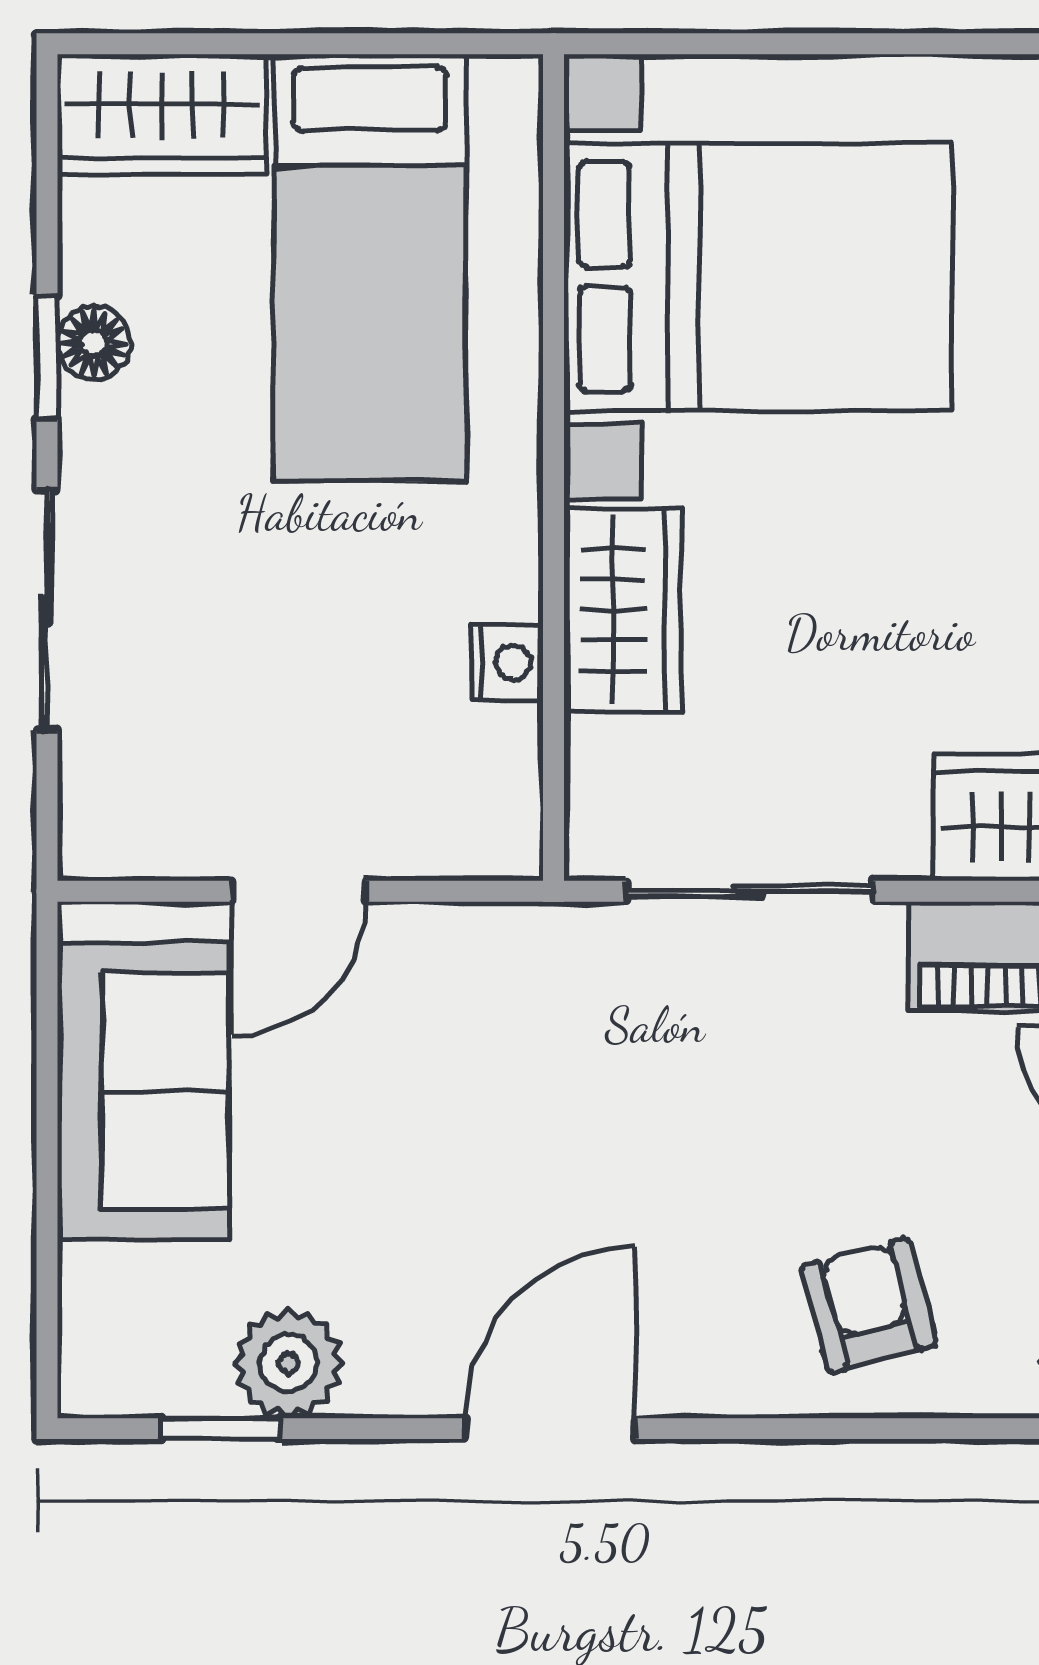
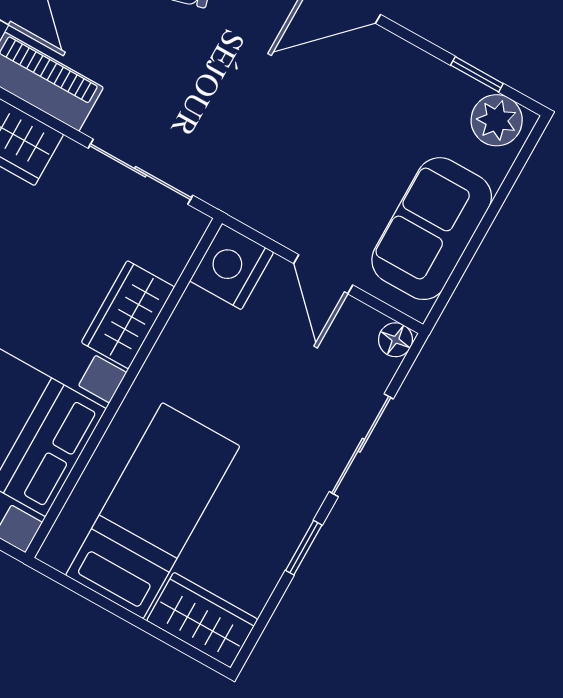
floor lamp: (94, 343) -> (396, 340), moved
nightstand: (507, 662) -> (232, 266), moved, width x1.89, depth x1.79
door: (299, 891) -> (323, 274), swing flipped
plant: (288, 1363) -> (497, 120), moved

